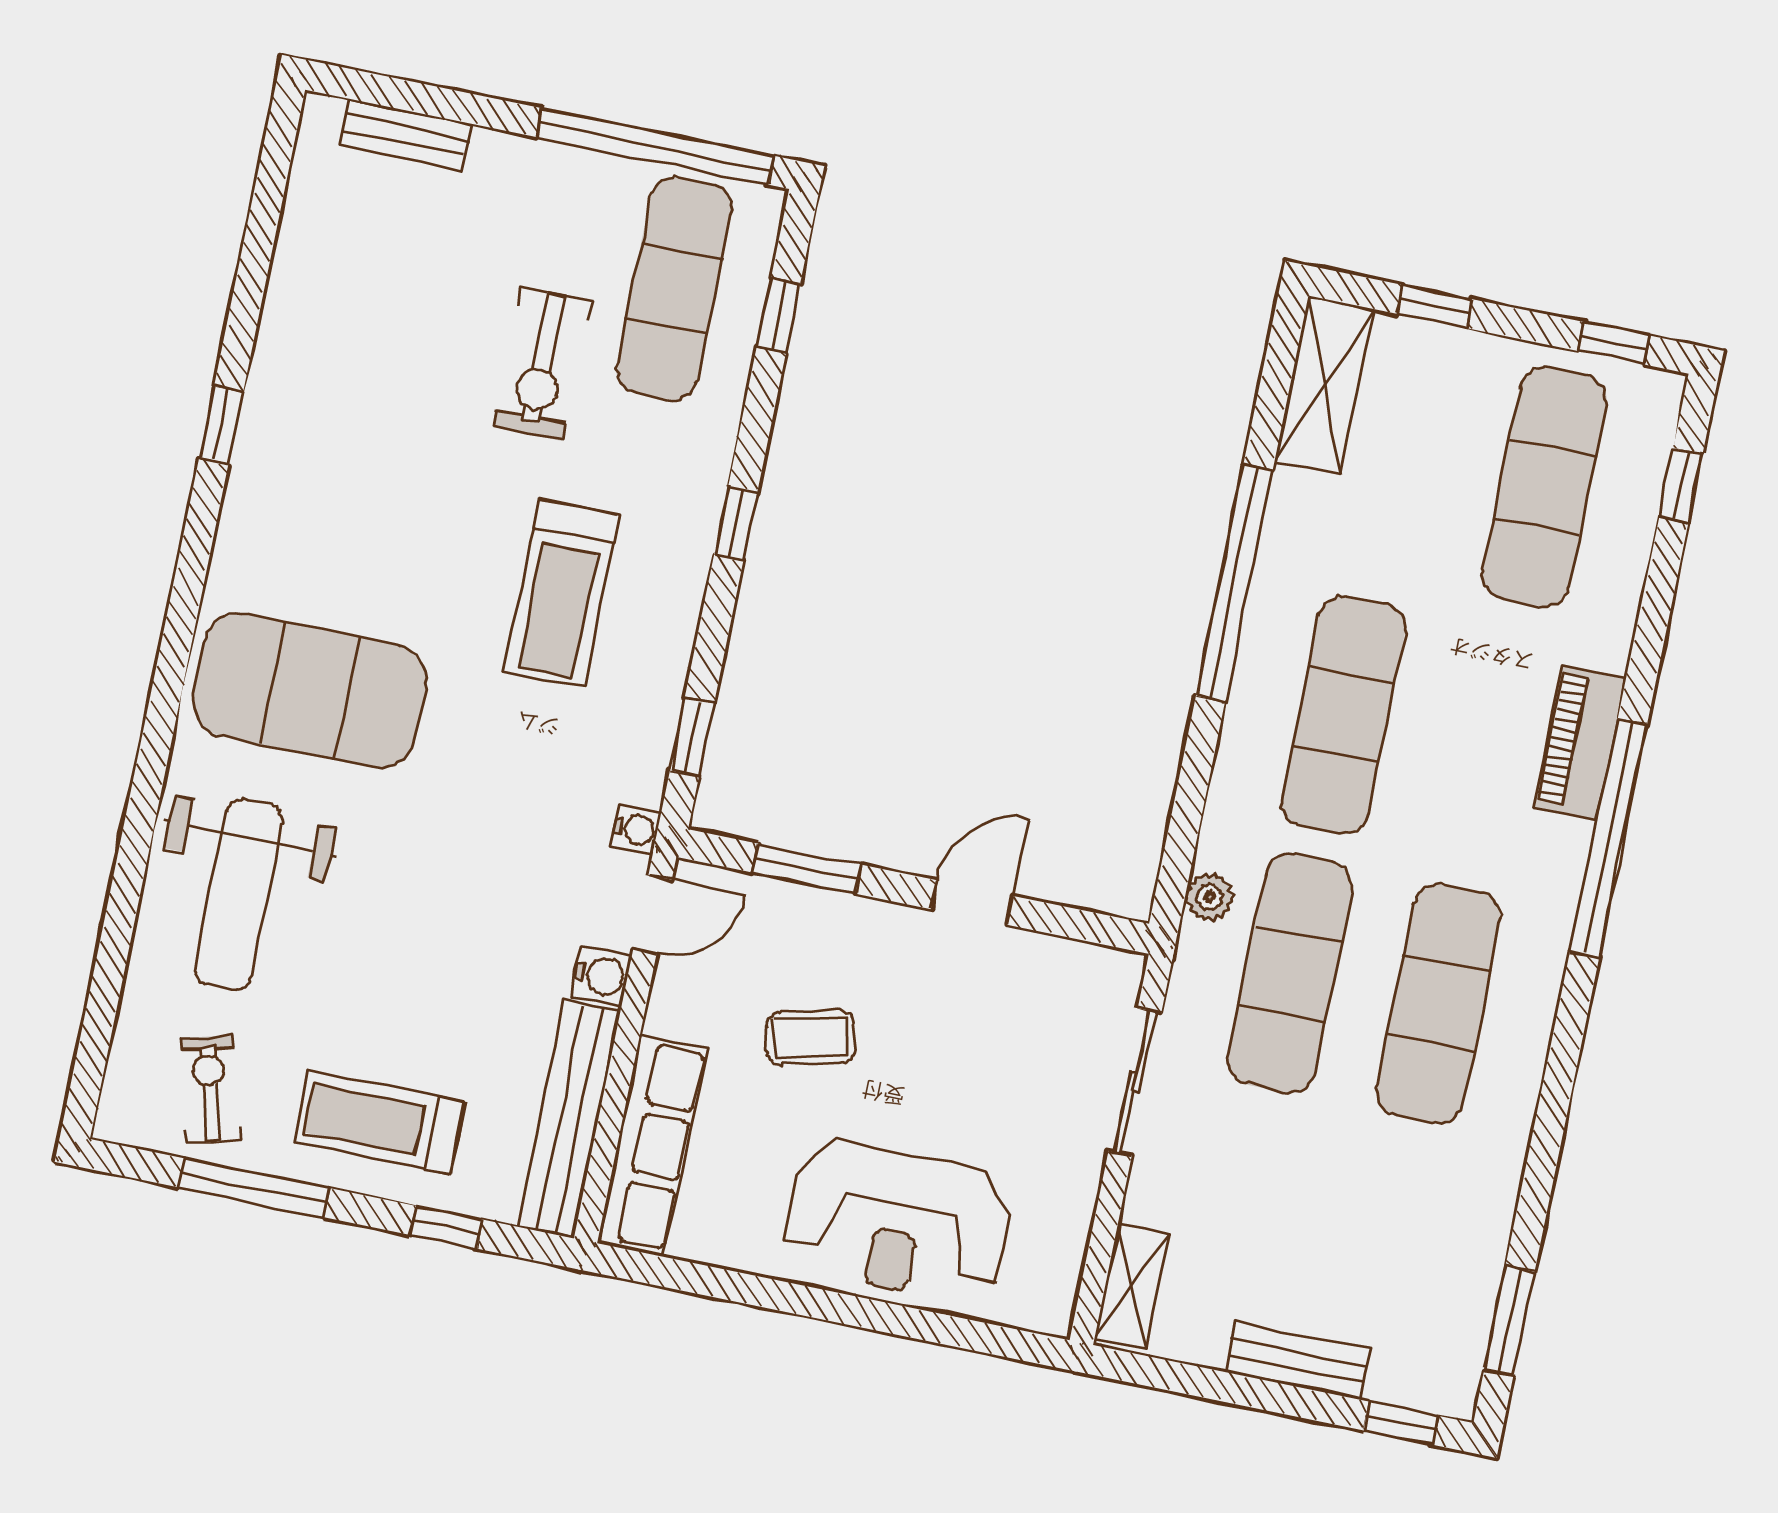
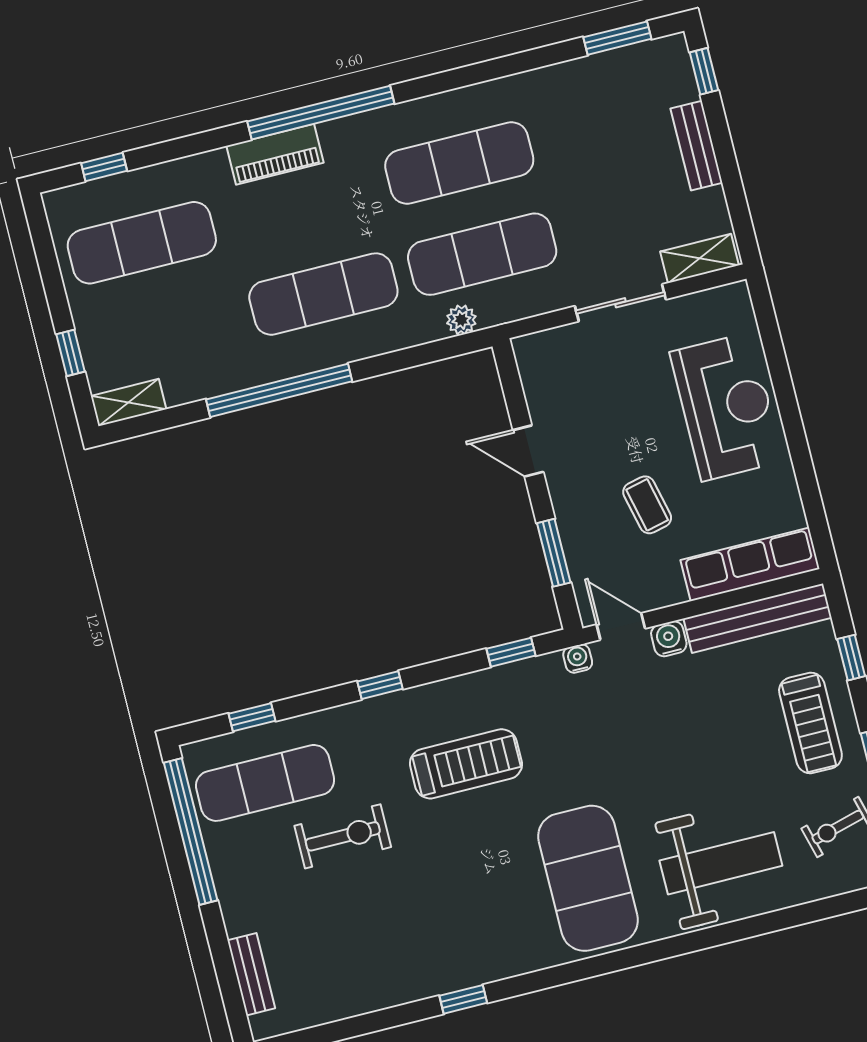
window: (1614, 343) -> (43, 243), removed
shelving: (1324, 385) -> (129, 403), width x0.67, depth x0.75
sliding door: (1135, 1082) -> (620, 303), moved

